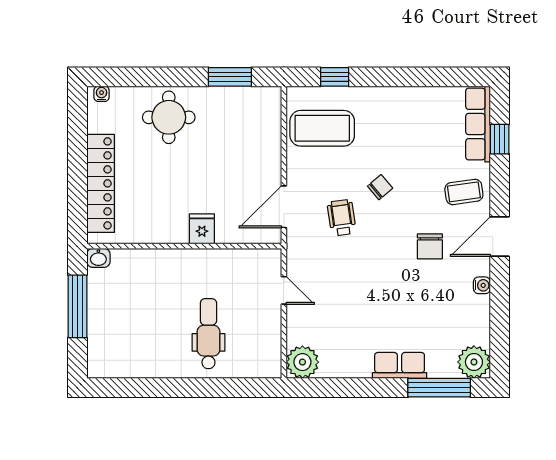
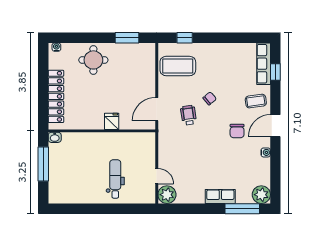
door: (284, 290) -> (157, 176), moved

